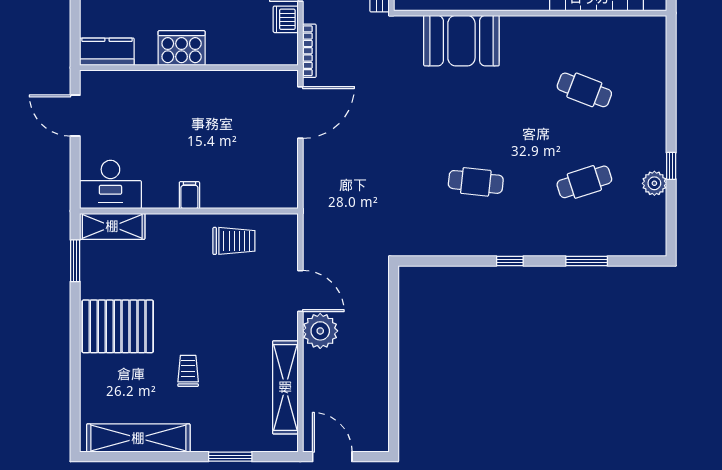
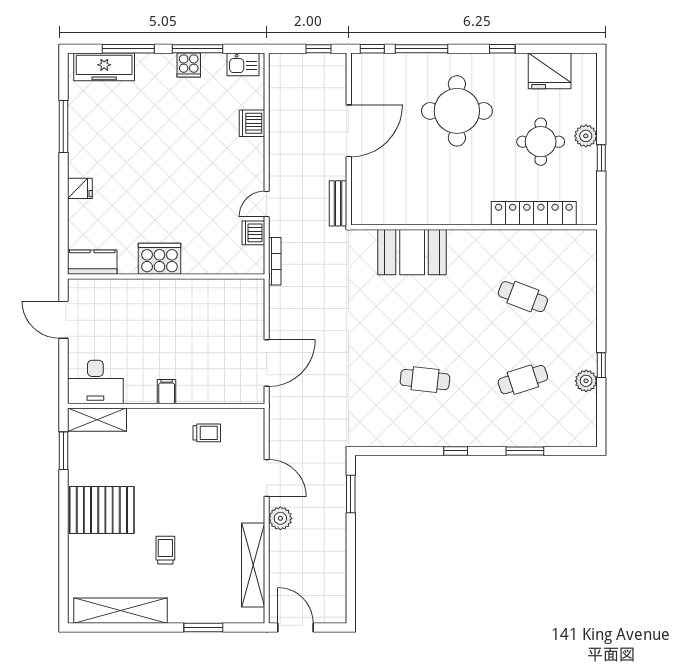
door: (300, 113) -> (267, 363), moved
trolley: (234, 241) -> (207, 433), width x0.73, depth x0.72
window: (394, 309) -> (351, 494), added
plant: (320, 331) -> (280, 518), width x0.73, depth x0.73

